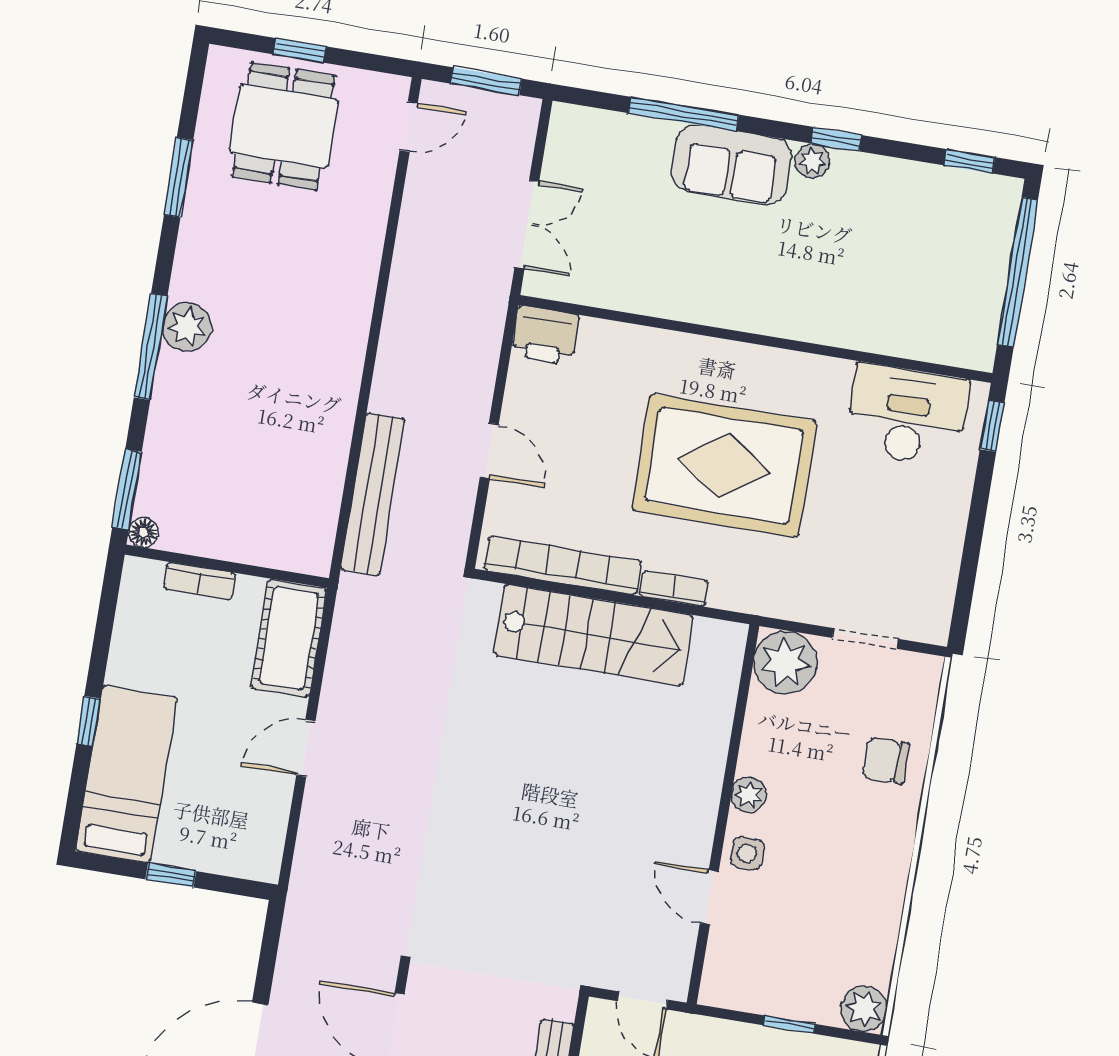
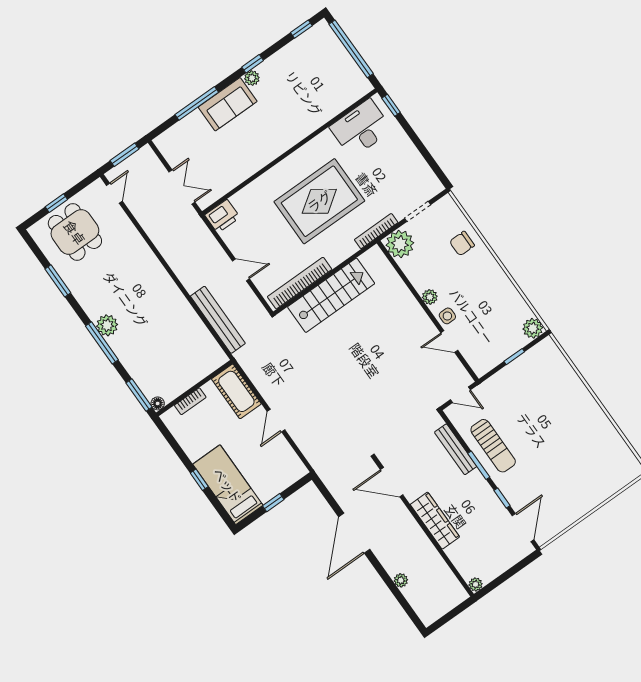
bookcase: (674, 588) -> (376, 231), moved, width x1.56

